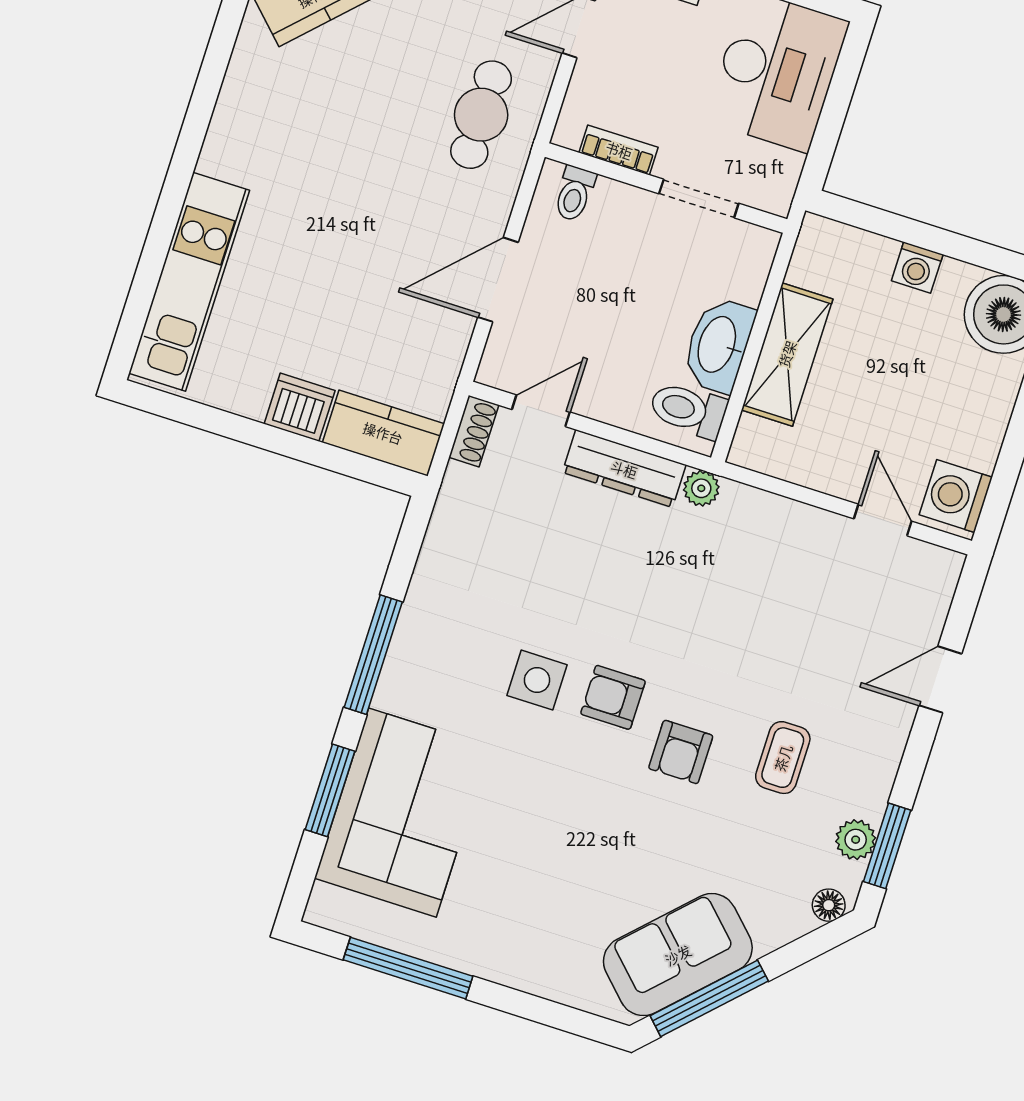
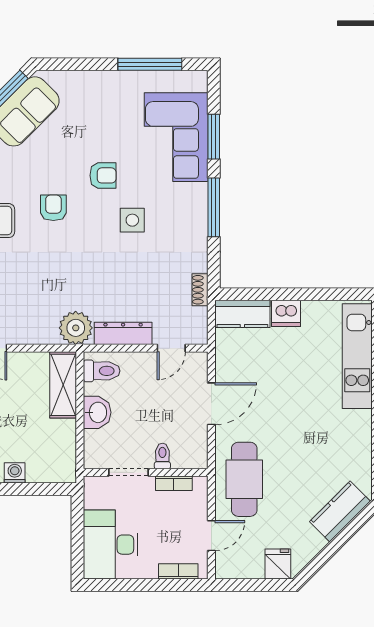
cafe table: (481, 115) -> (244, 479), width x1.37, depth x1.35
toilet: (574, 194) -> (162, 456), moved
washbasin: (718, 345) -> (97, 412), width x0.72
shelving: (787, 354) -> (63, 385), moved
shoe rack: (474, 431) -> (200, 290), moved
plant: (701, 488) -> (76, 328), width x1.87, depth x1.87
armchair: (613, 697) -> (103, 175), moved

